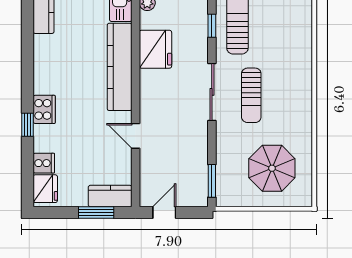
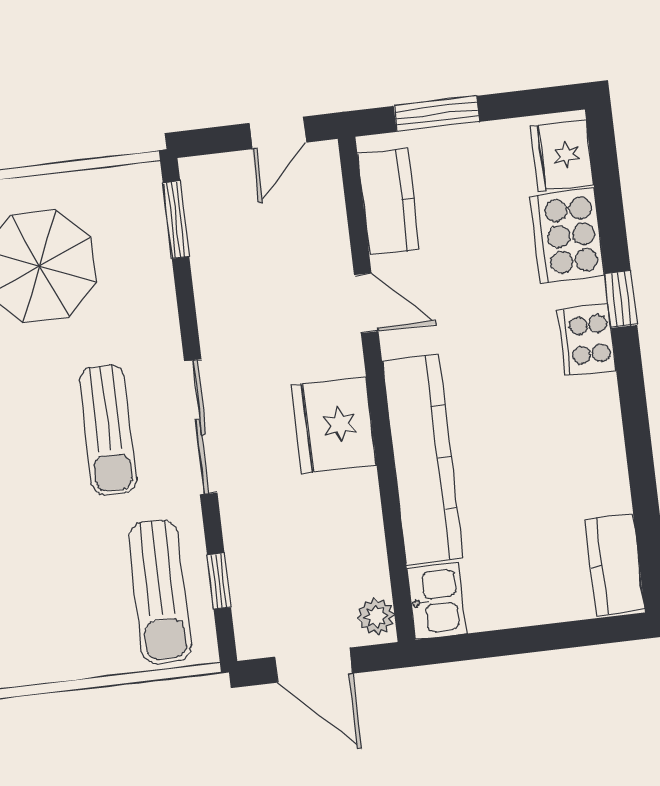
fridge: (155, 49) -> (334, 425), moved
sun lounger: (251, 95) -> (108, 430), turned 180
cooker: (44, 163) -> (567, 236), width x1.87, depth x1.31
kitchen counter: (110, 196) -> (389, 201), moved, turned -90

